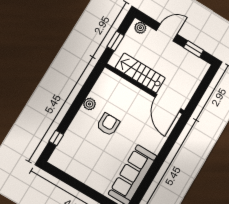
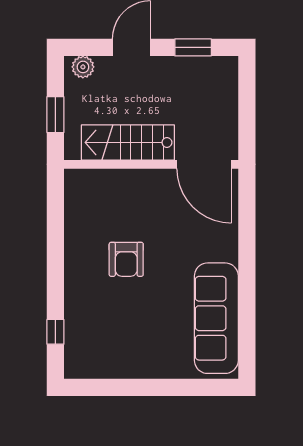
plant: (89, 104) -> (76, 244), removed
armchair: (108, 124) -> (126, 259), turned 180

